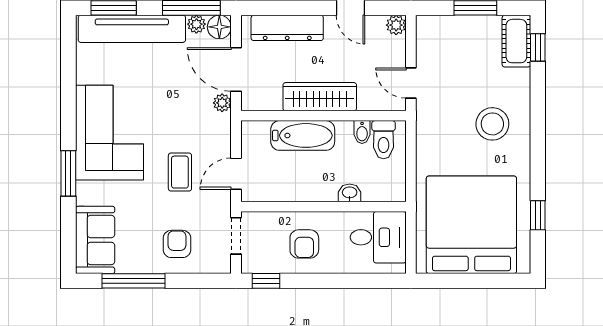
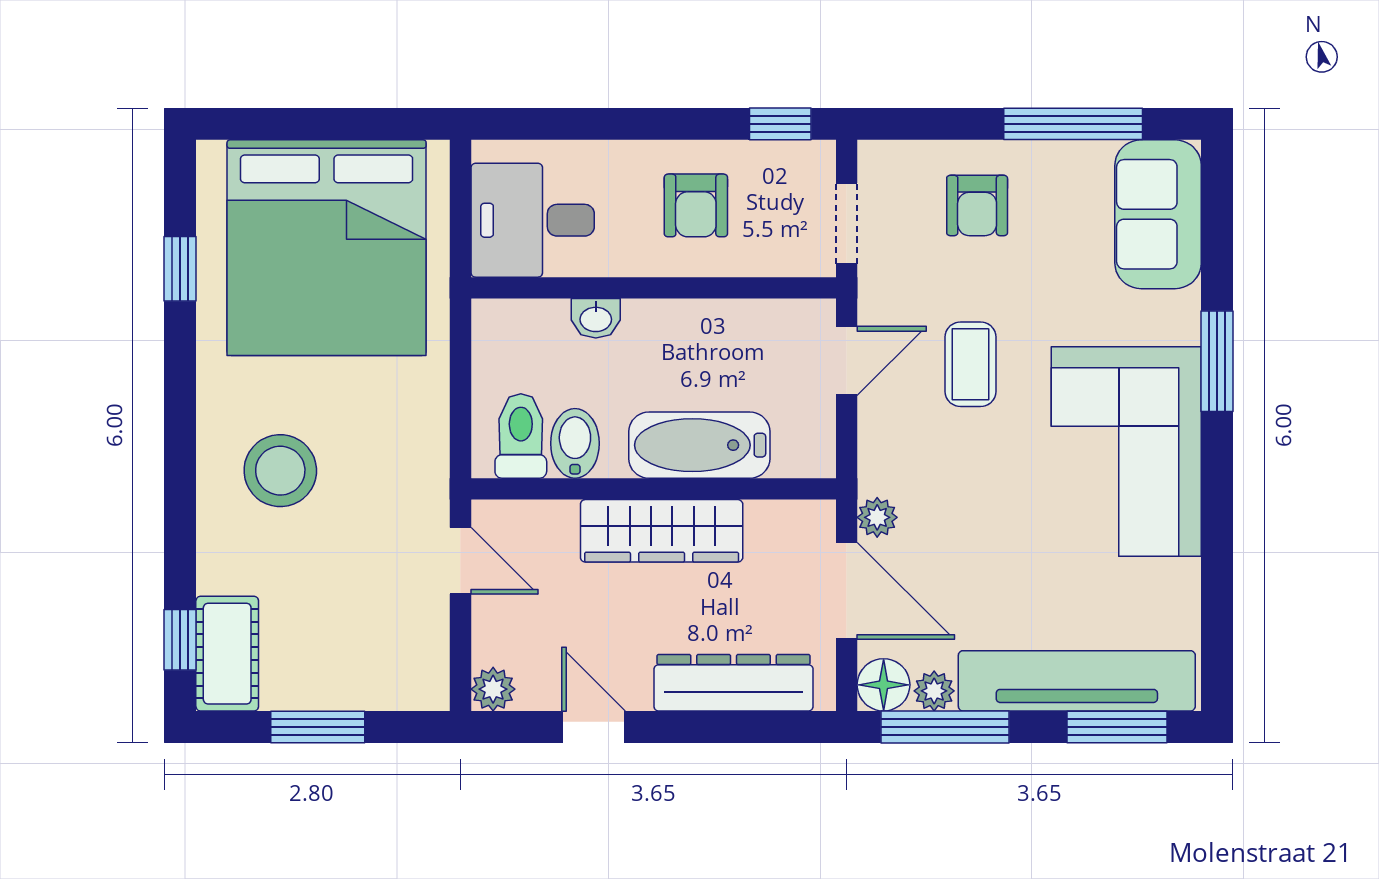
bidet: (362, 132) -> (575, 443), width x1.38, depth x1.36
armchair: (304, 244) -> (696, 205), turned 180

